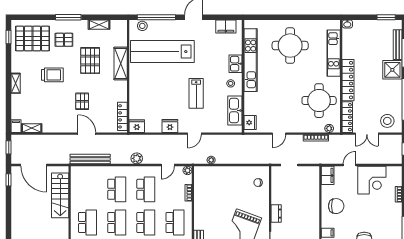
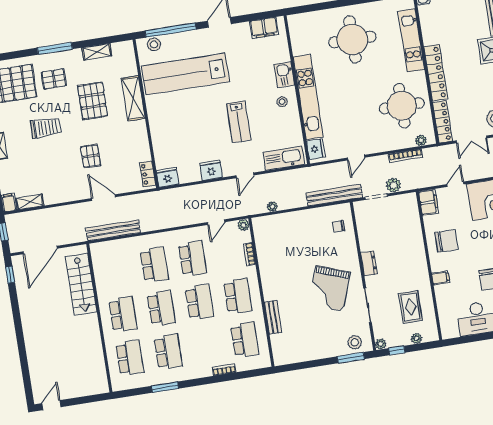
kitchen unit: (251, 60) -> (308, 97), moved
kitchen sink: (235, 111) -> (284, 158), moved, turned 90
locker: (122, 116) -> (148, 174), width x0.66
plant: (137, 158) -> (393, 185), moved
bench: (258, 159) -> (334, 195), added
door: (34, 165) -> (40, 250), hinge flipped

